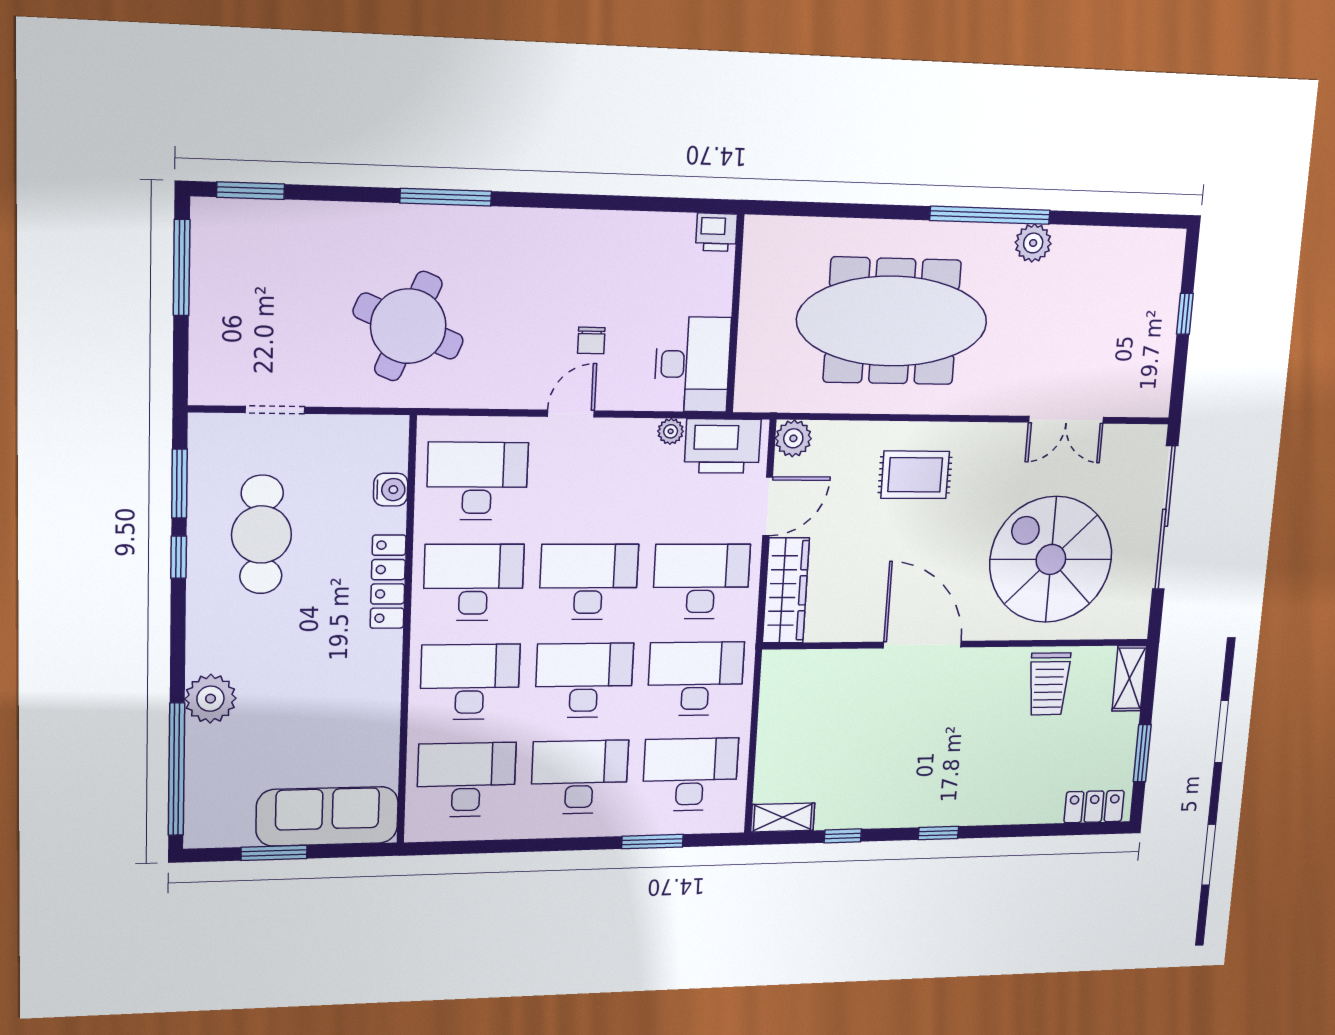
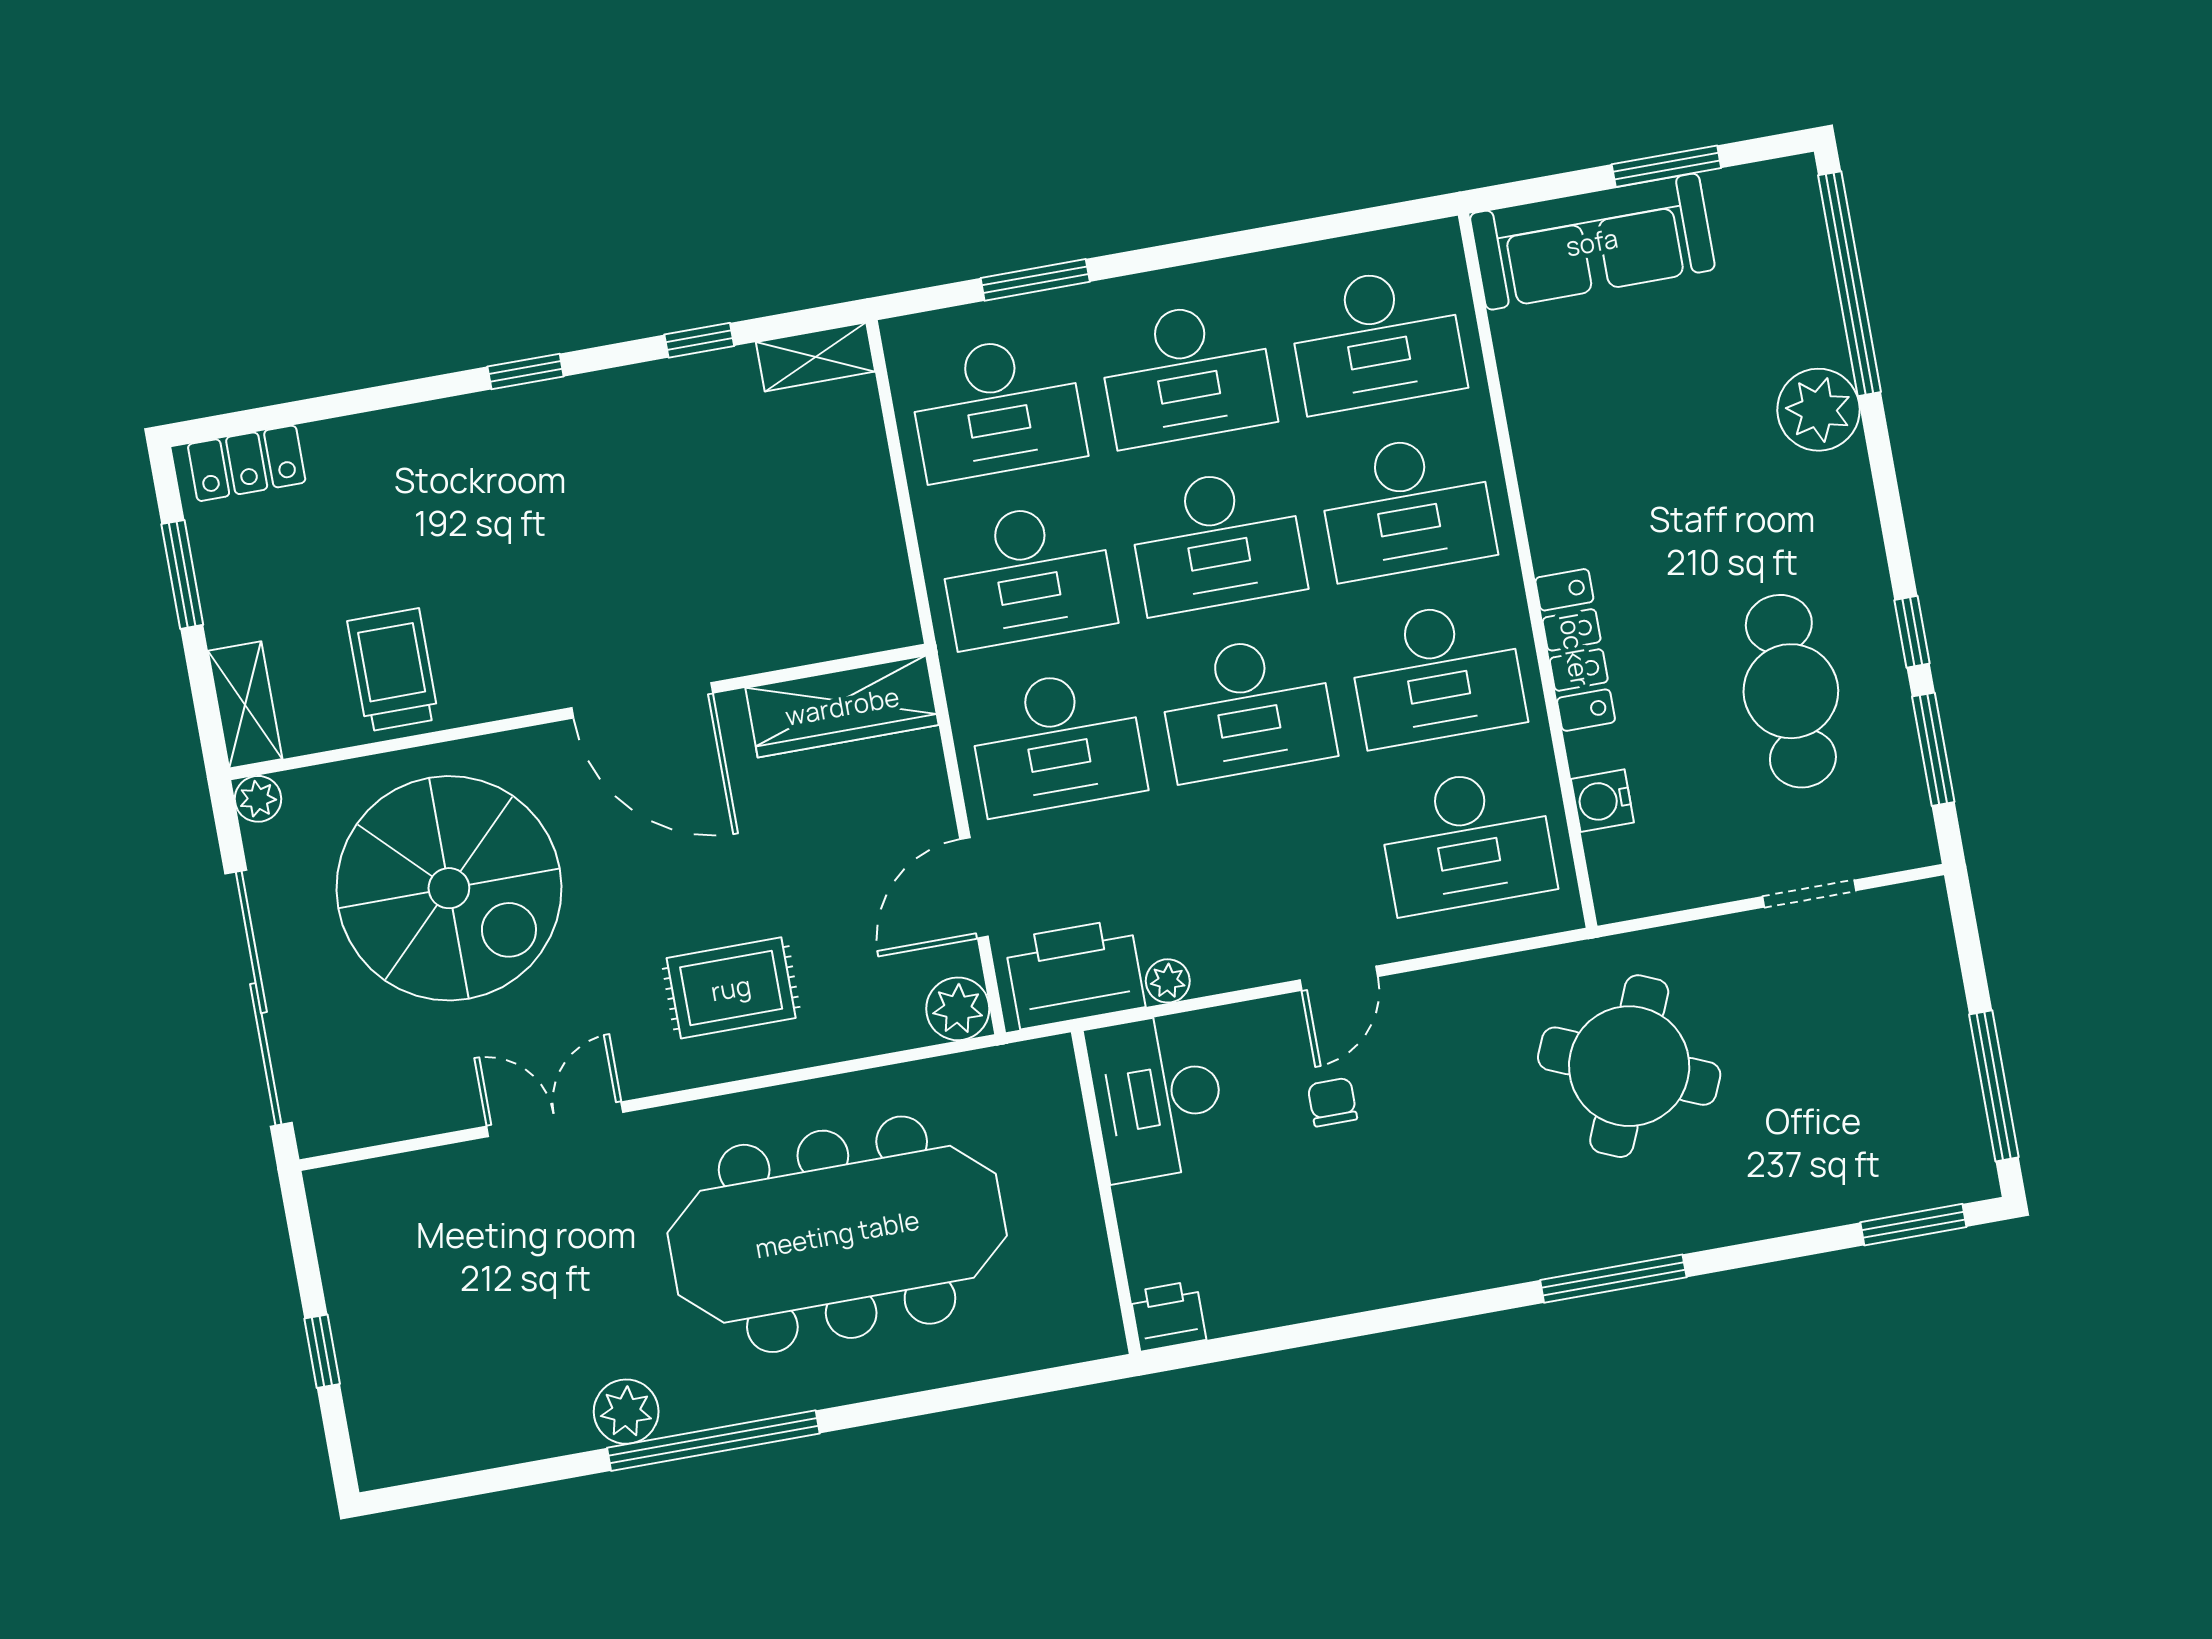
double door: (1066, 420) -> (555, 1119), moved
wardrobe: (786, 590) -> (842, 706), moved, turned -90
plant: (1136, 626) -> (258, 799), added

